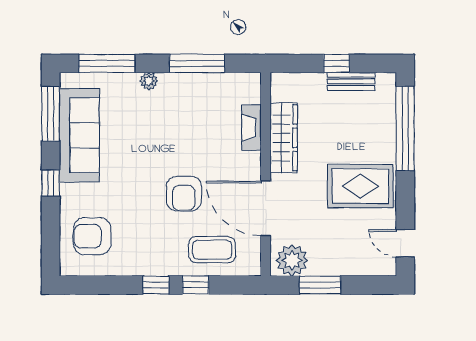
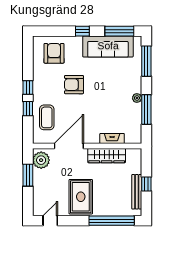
plant: (149, 81) -> (137, 98), moved
bench: (351, 81) -> (137, 192), width x1.36
armchair: (184, 194) -> (74, 85), moved

